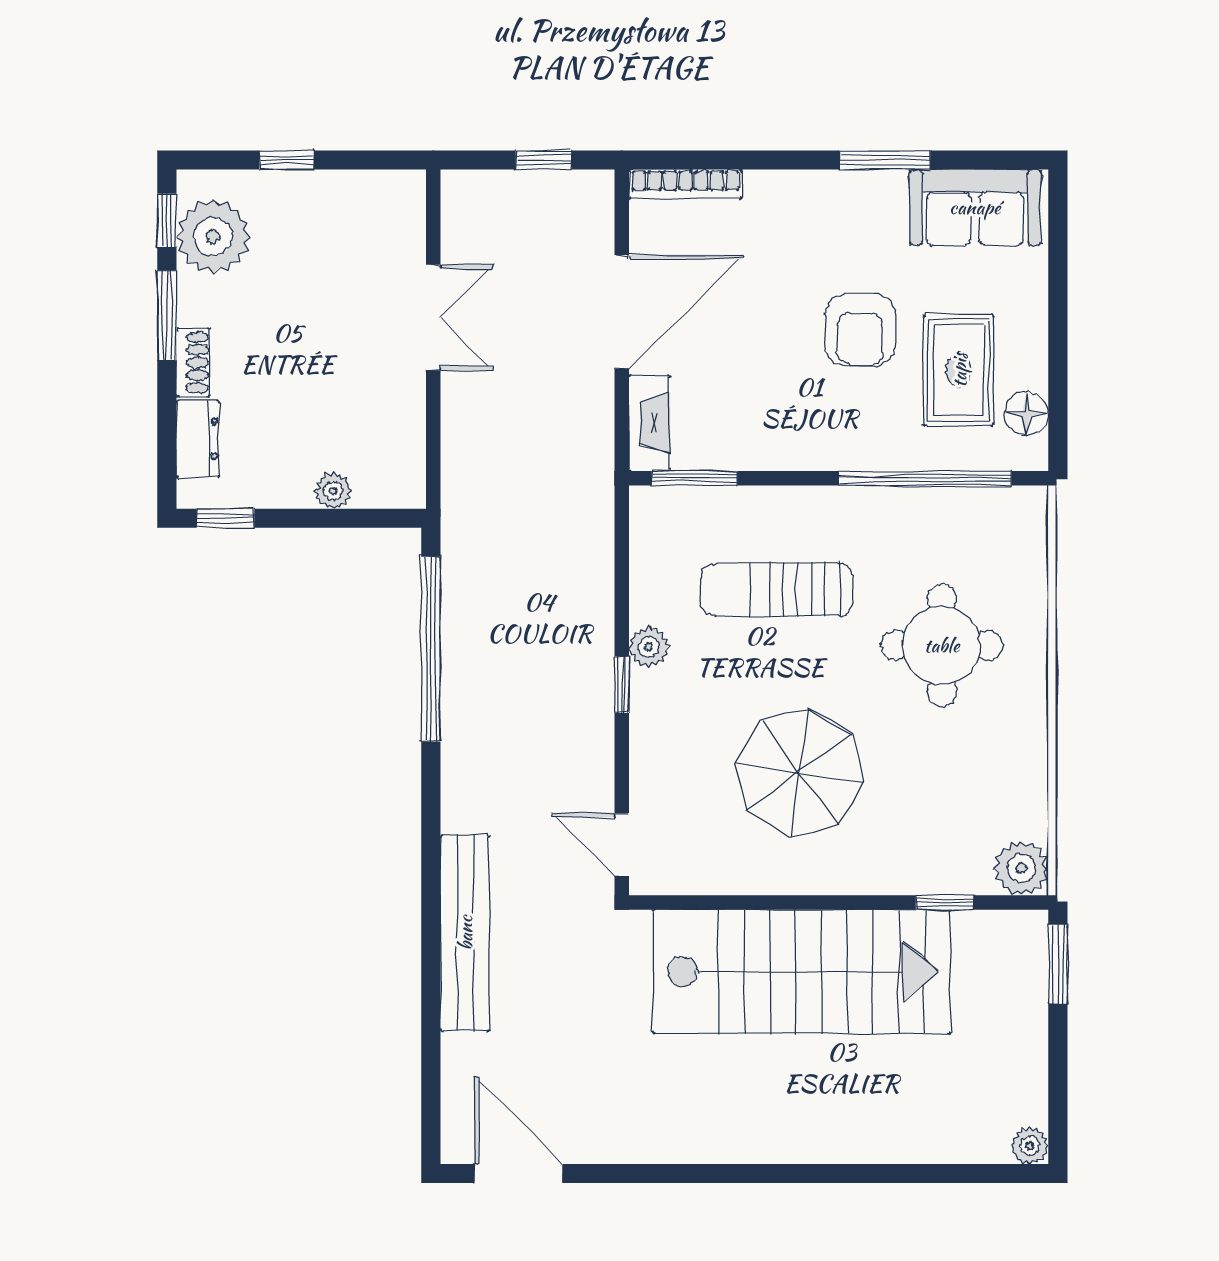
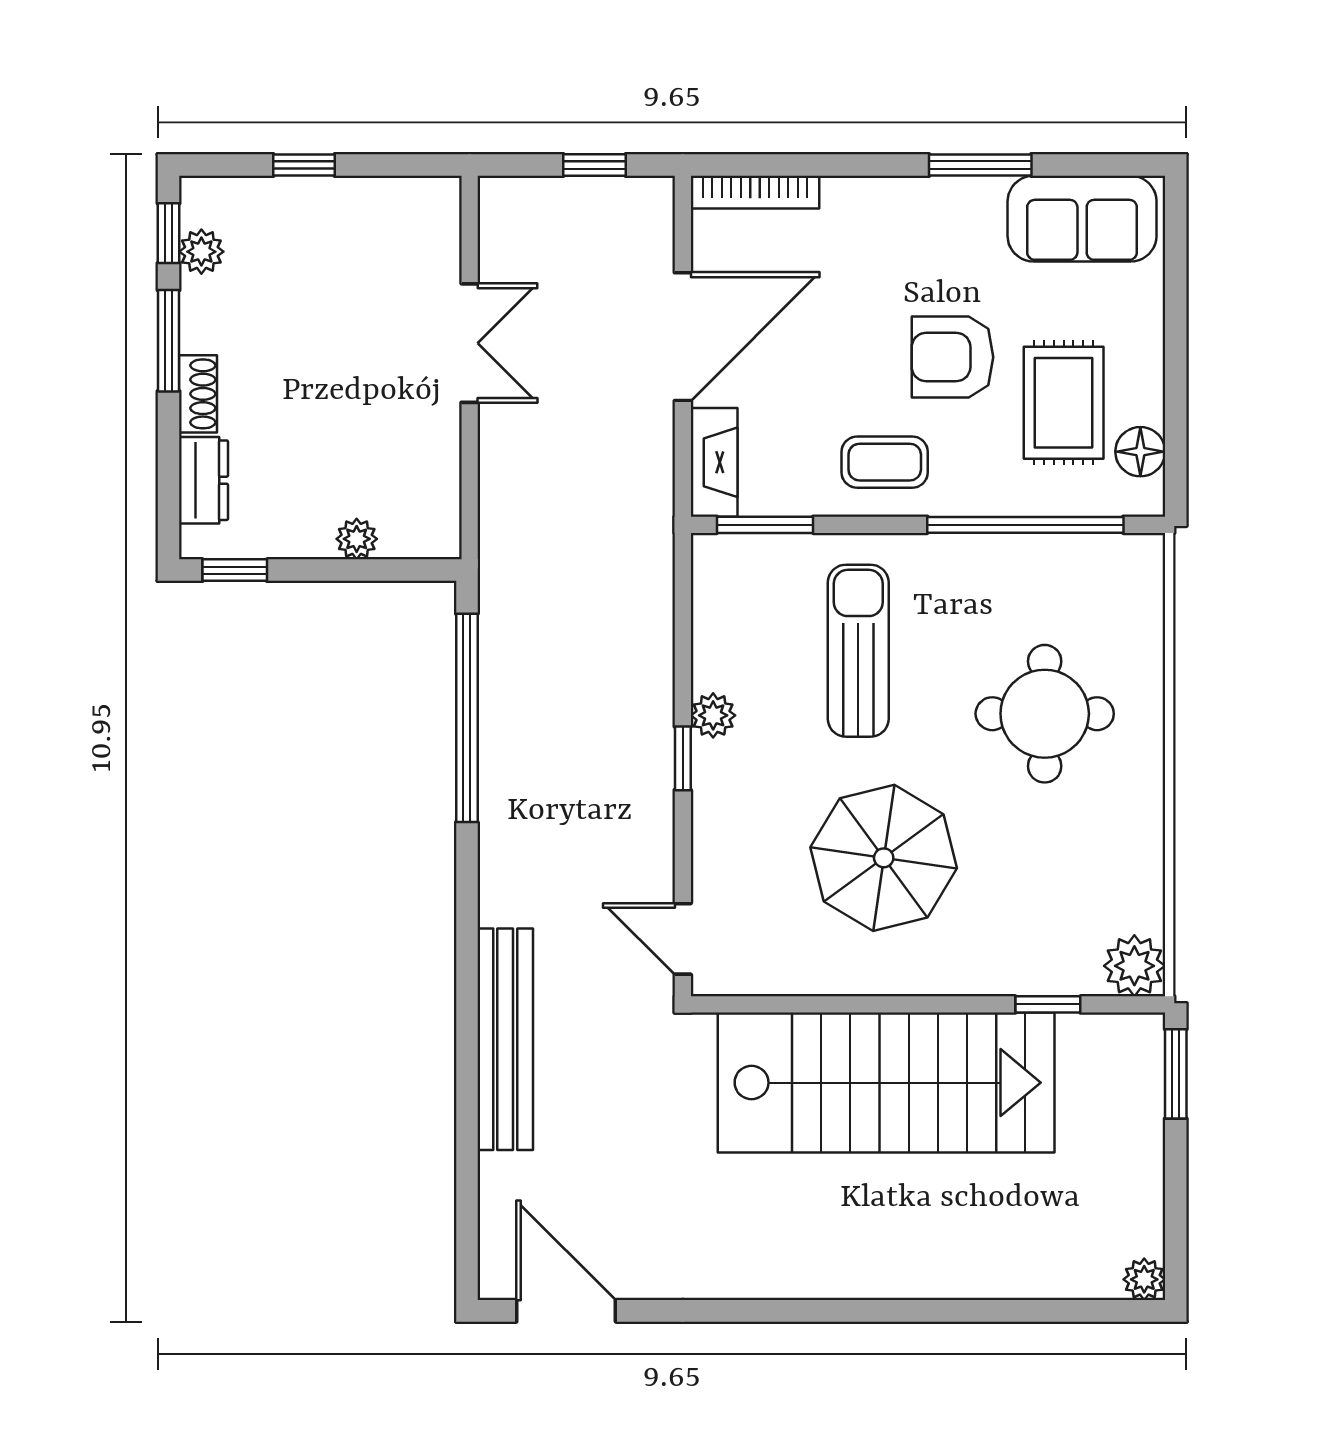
plant: (213, 237) -> (201, 252), width x0.53, depth x0.53
armchair: (860, 330) -> (952, 357), turned 90
coffee table: (800, 423) -> (885, 462), added
sun lounger: (777, 590) -> (858, 651), turned 90

